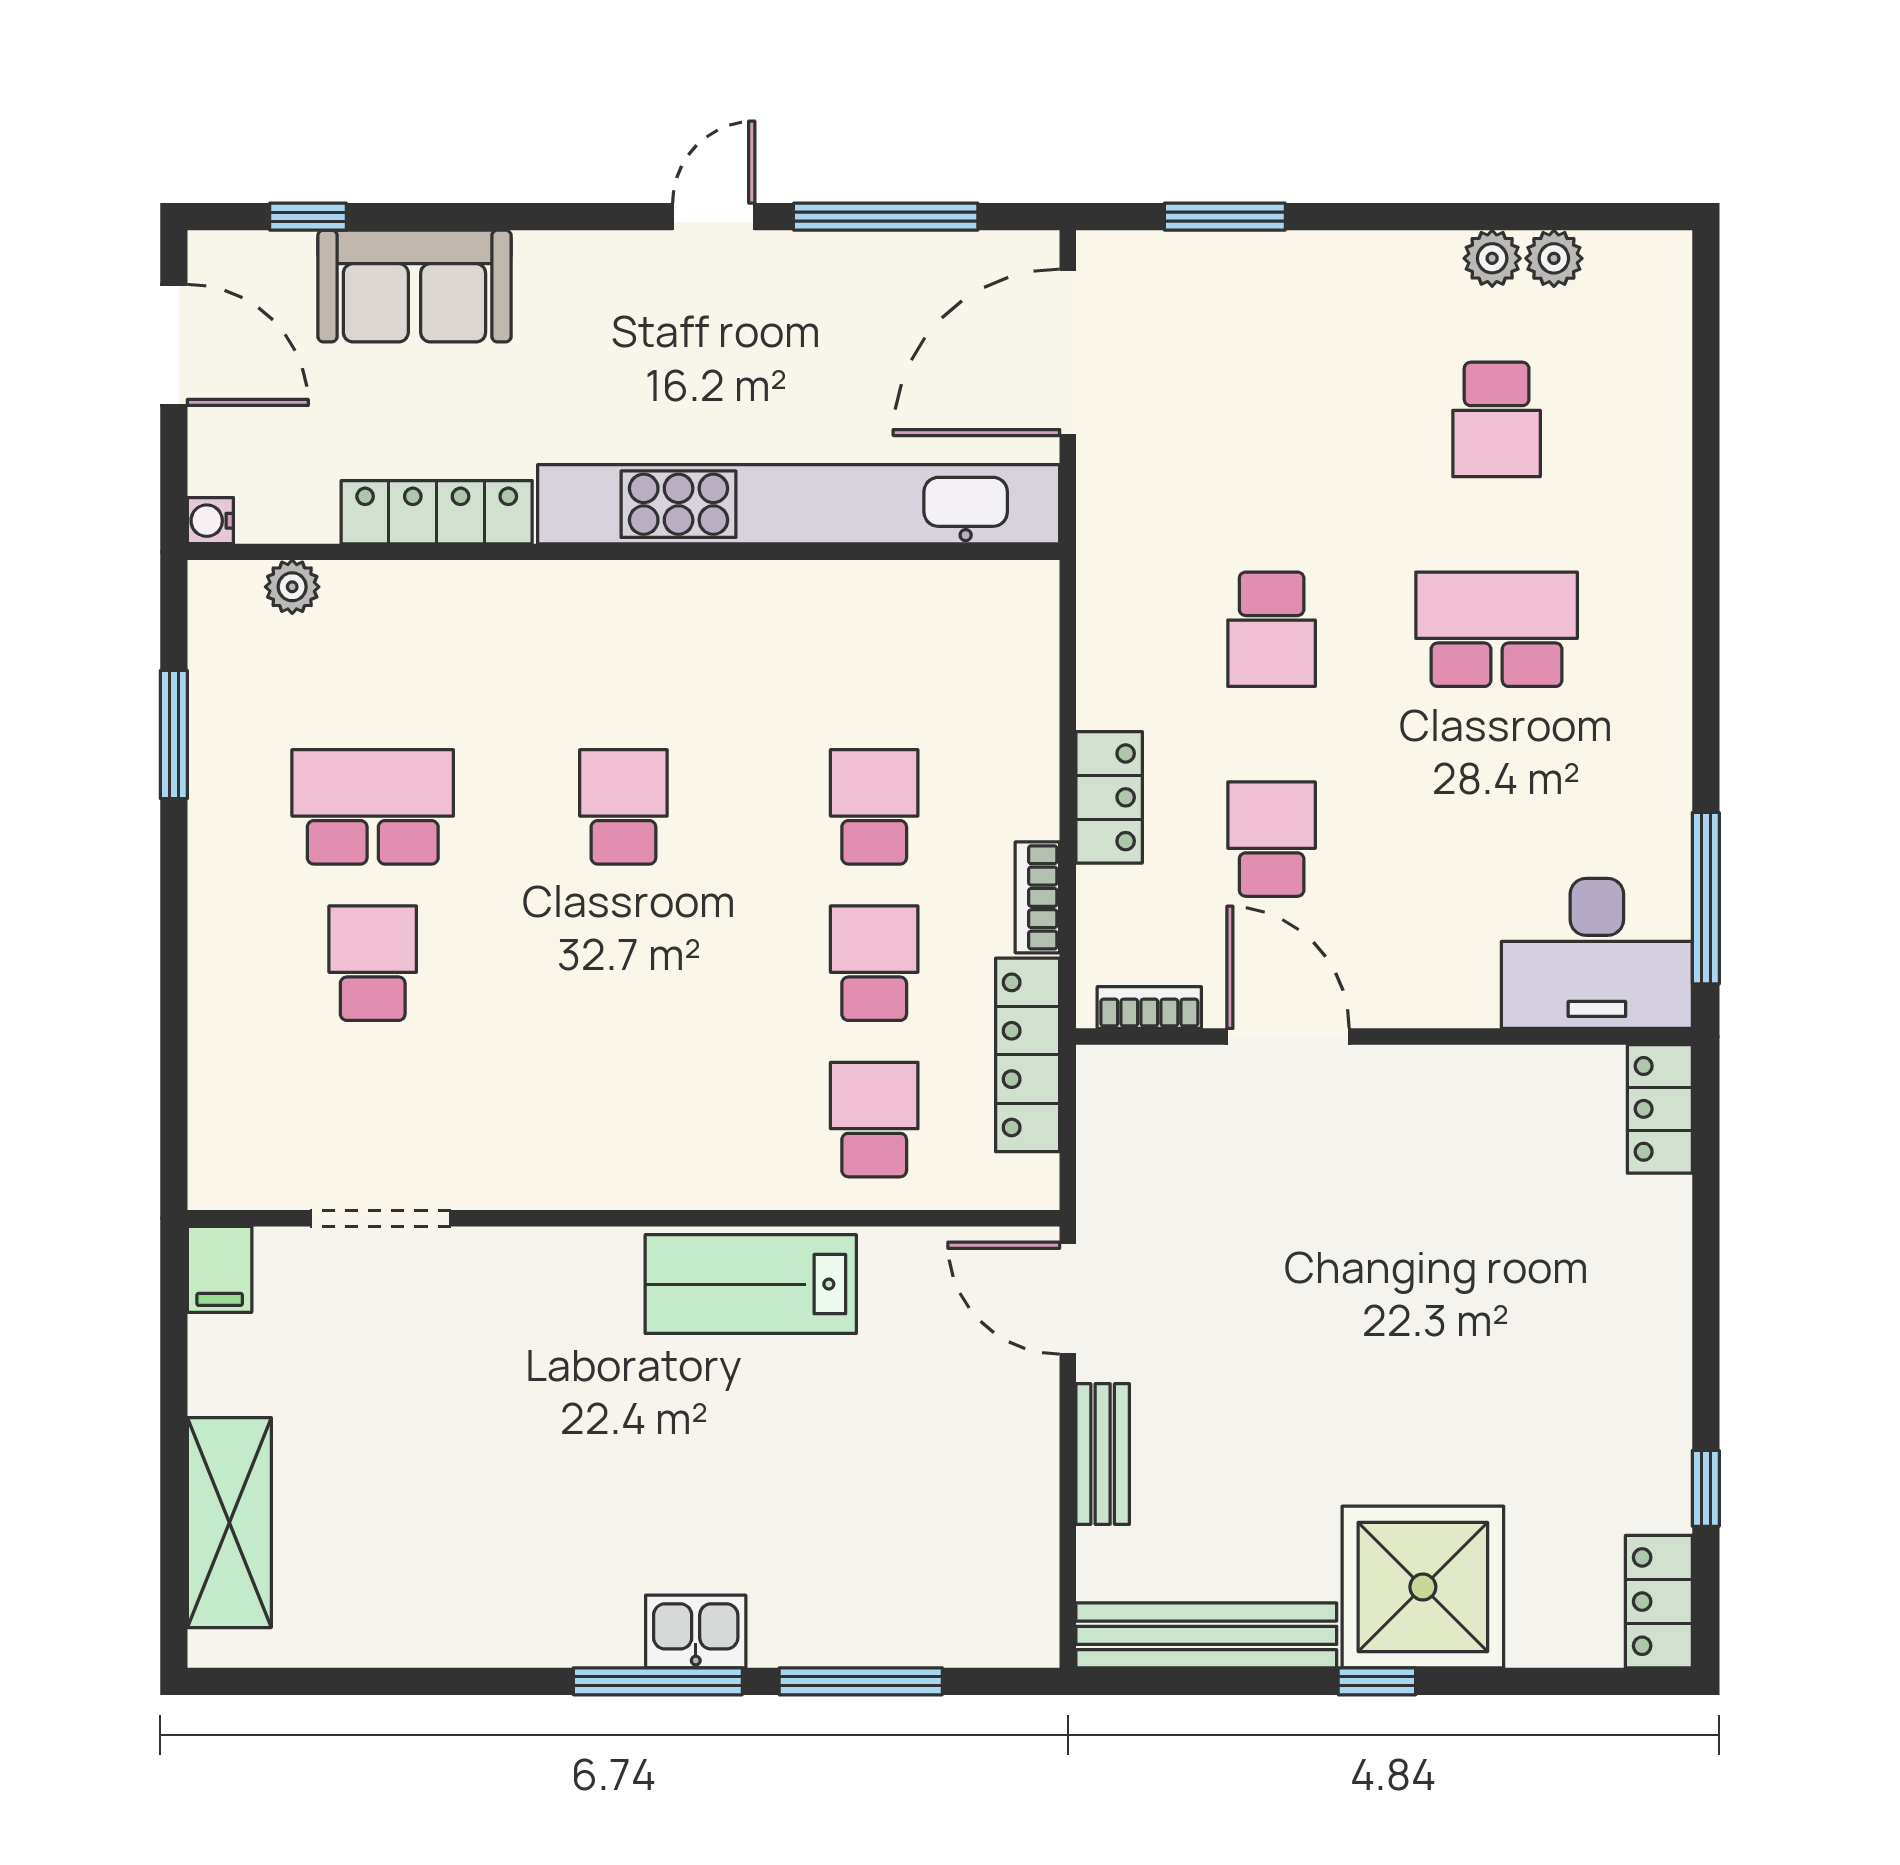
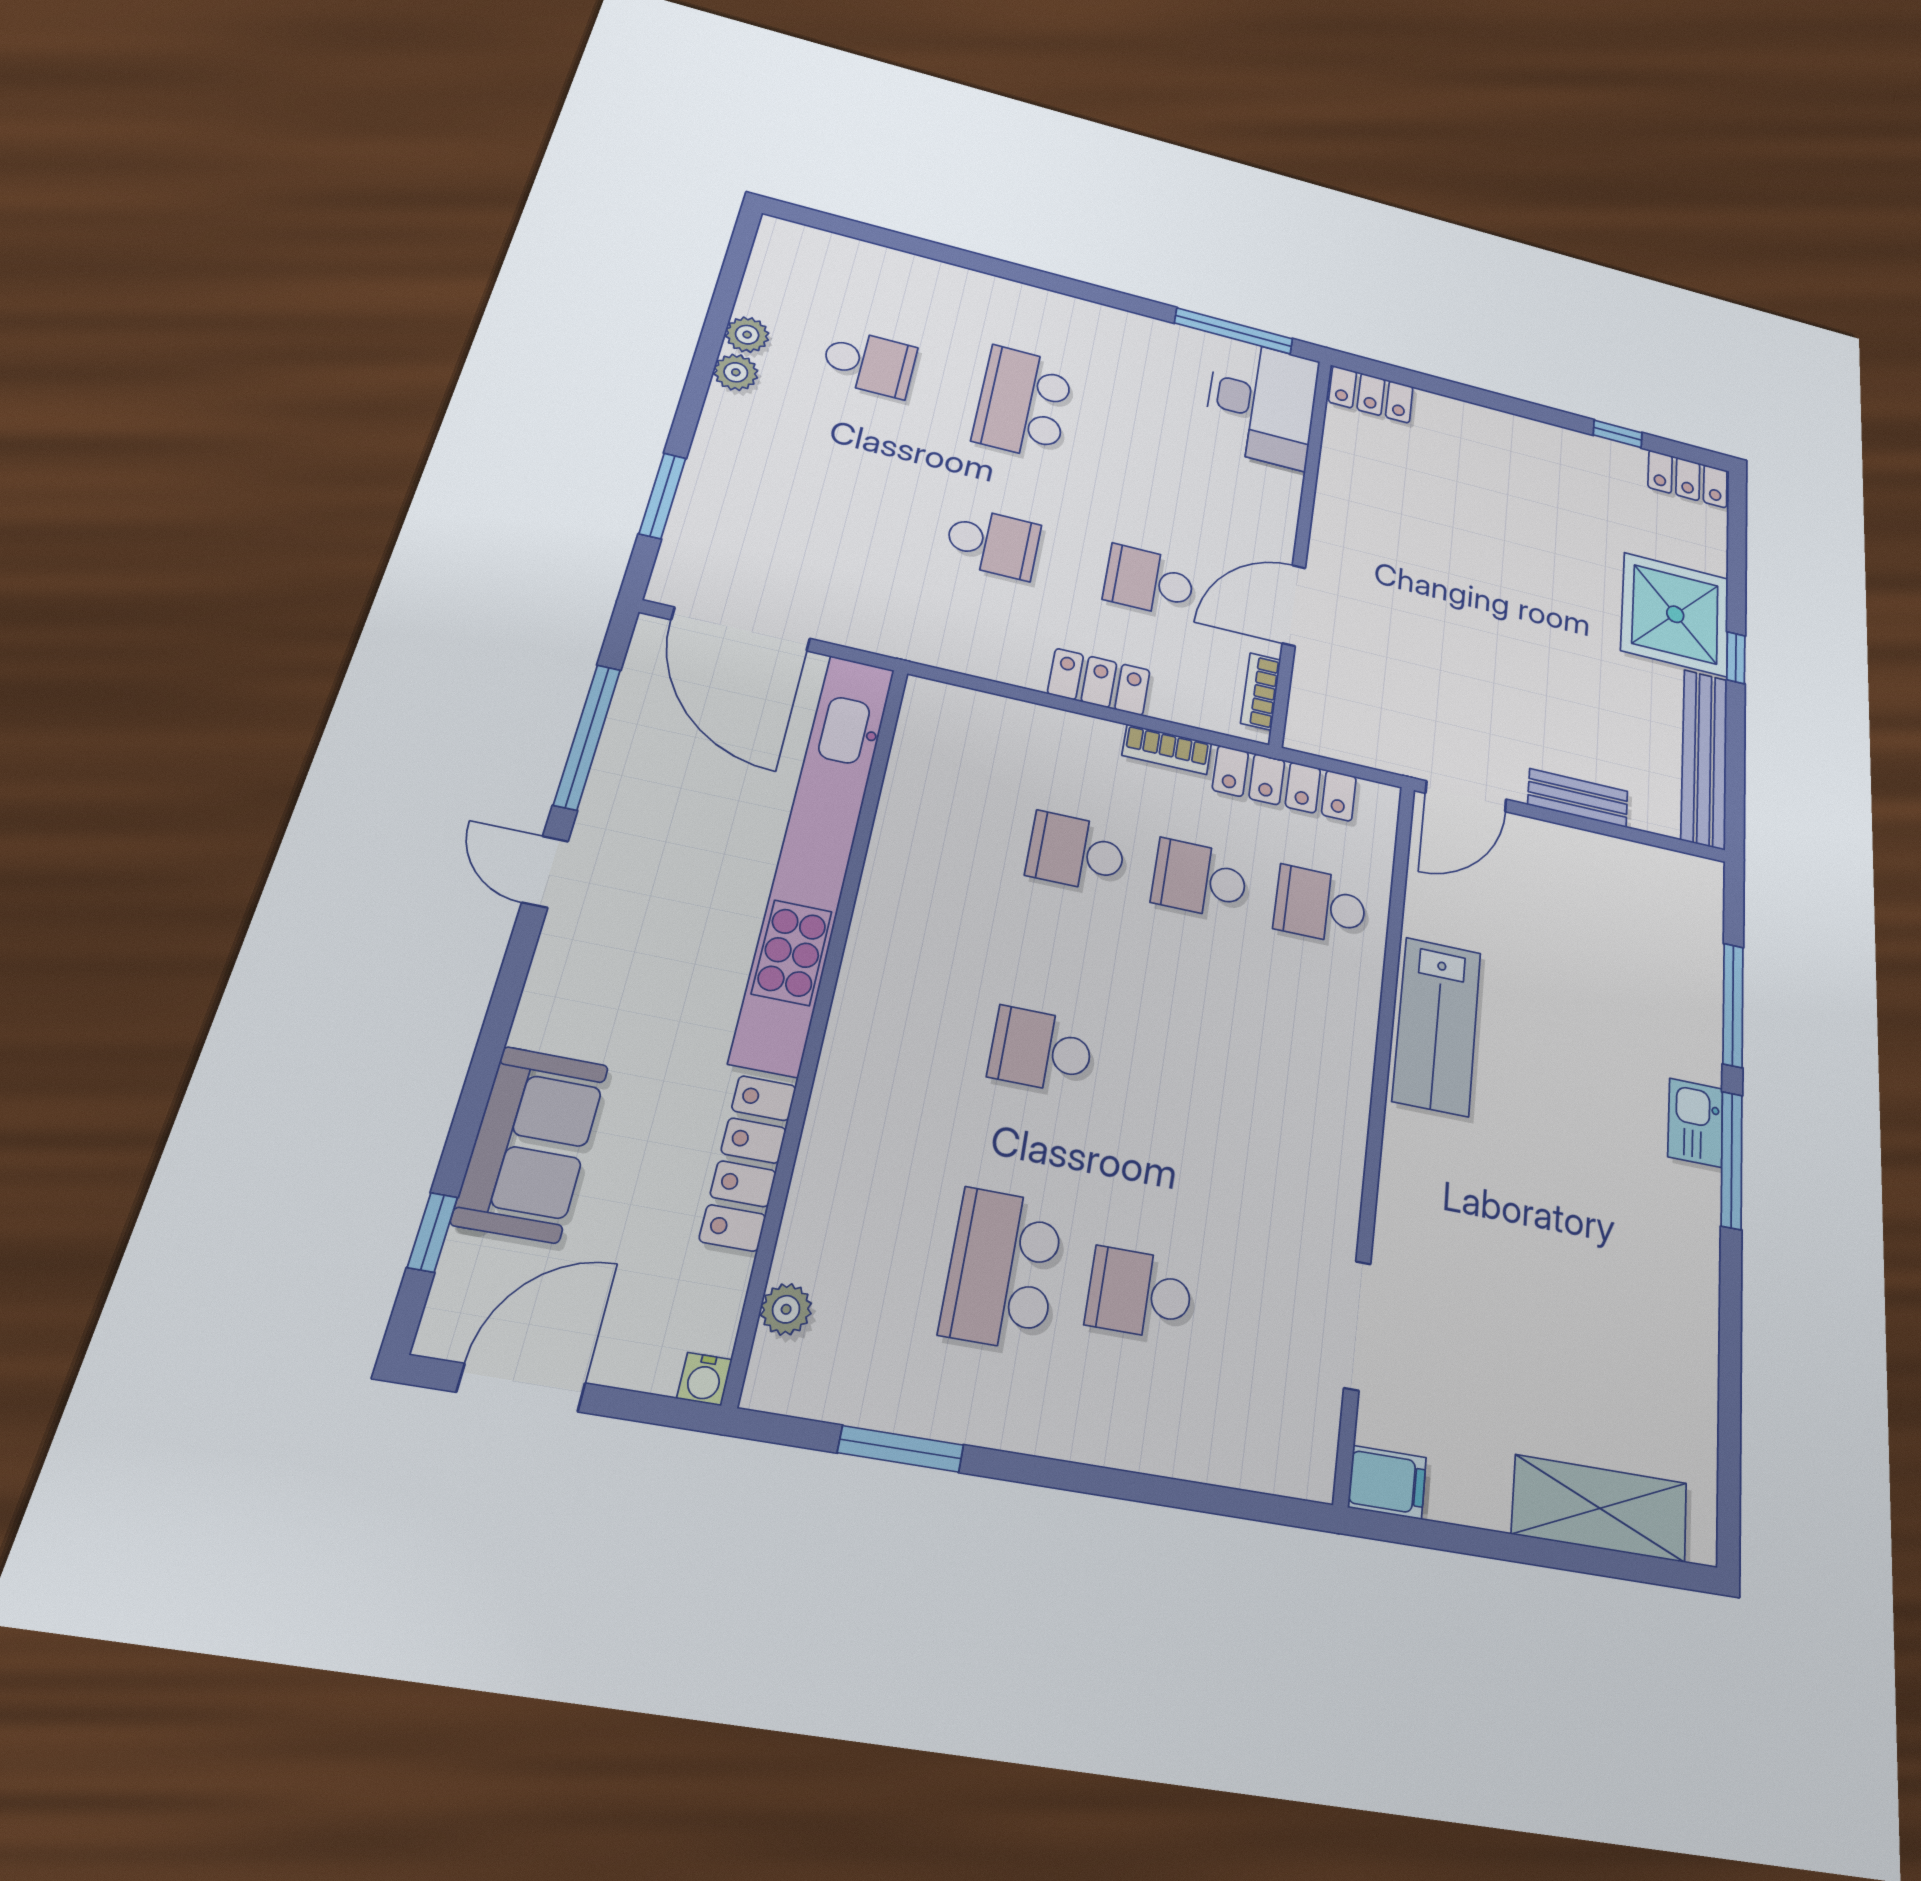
plant: (1554, 258) -> (736, 372), moved

